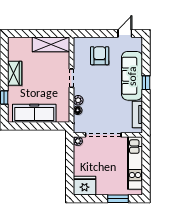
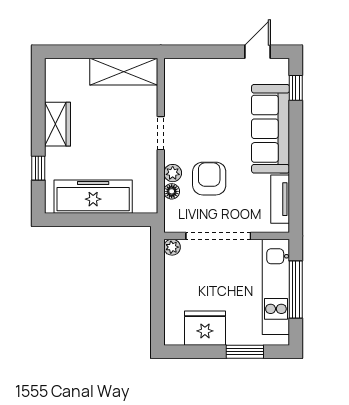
armchair: (100, 56) -> (209, 179), moved
window: (146, 83) -> (296, 88), moved
window: (146, 164) -> (296, 290), added
fridge: (84, 186) -> (205, 328), moved

